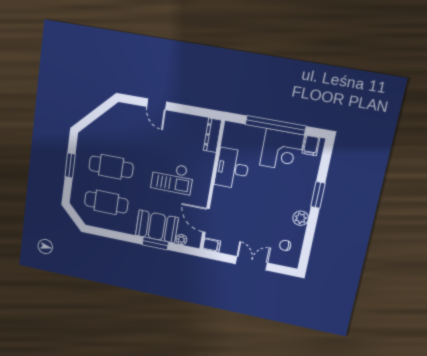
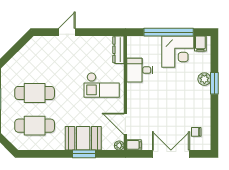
door: (157, 104) -> (67, 32), swing flipped
desk: (232, 168) -> (140, 70), width x0.73
checkout: (172, 178) -> (102, 85), moved
plant: (301, 218) -> (204, 79), moved
plant: (181, 239) -> (119, 145), moved
double door: (251, 263) -> (171, 154), width x1.37

